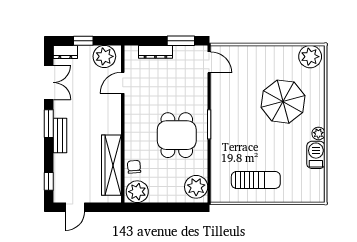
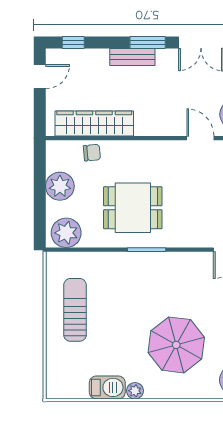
sun lounger: (256, 180) -> (75, 310), turned 180
plant: (137, 192) -> (60, 186), moved
door: (75, 207) -> (40, 77), swing flipped

